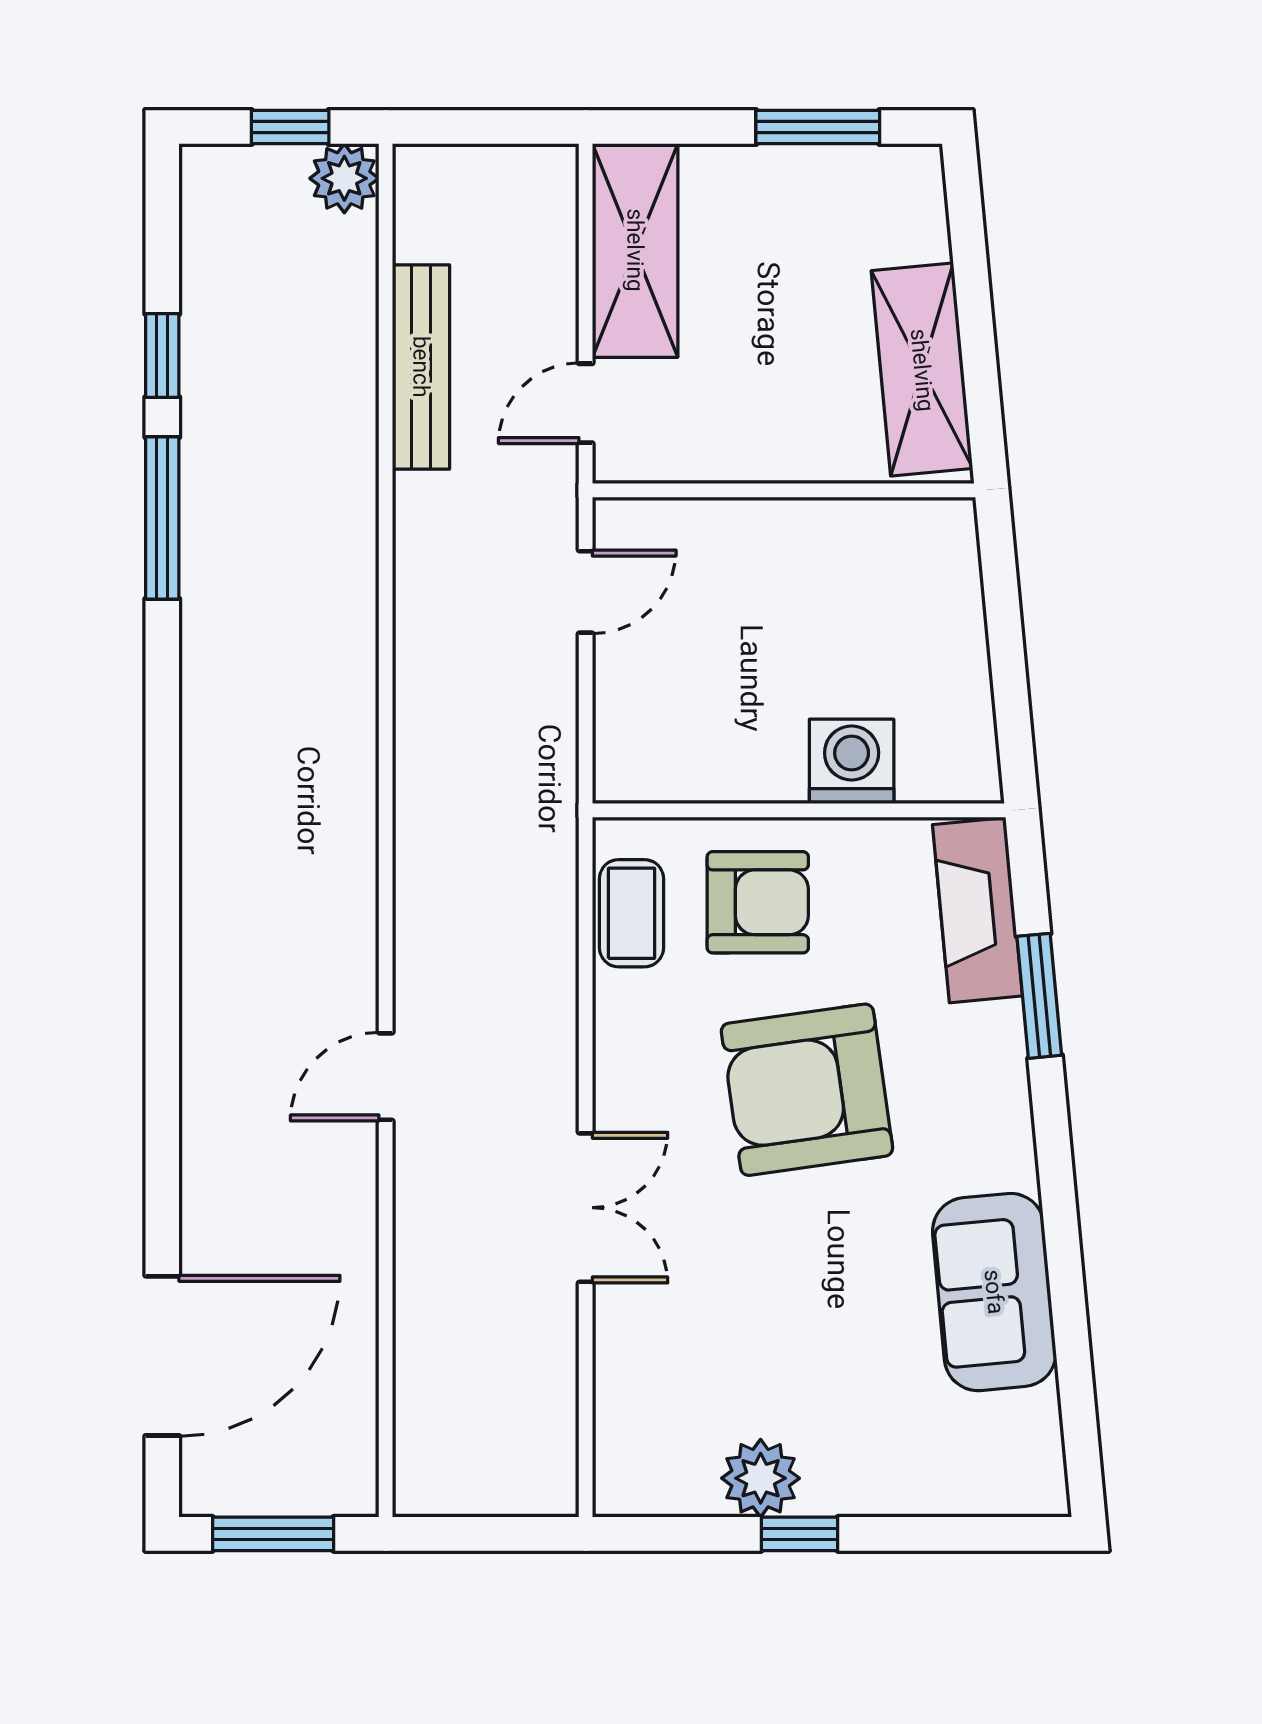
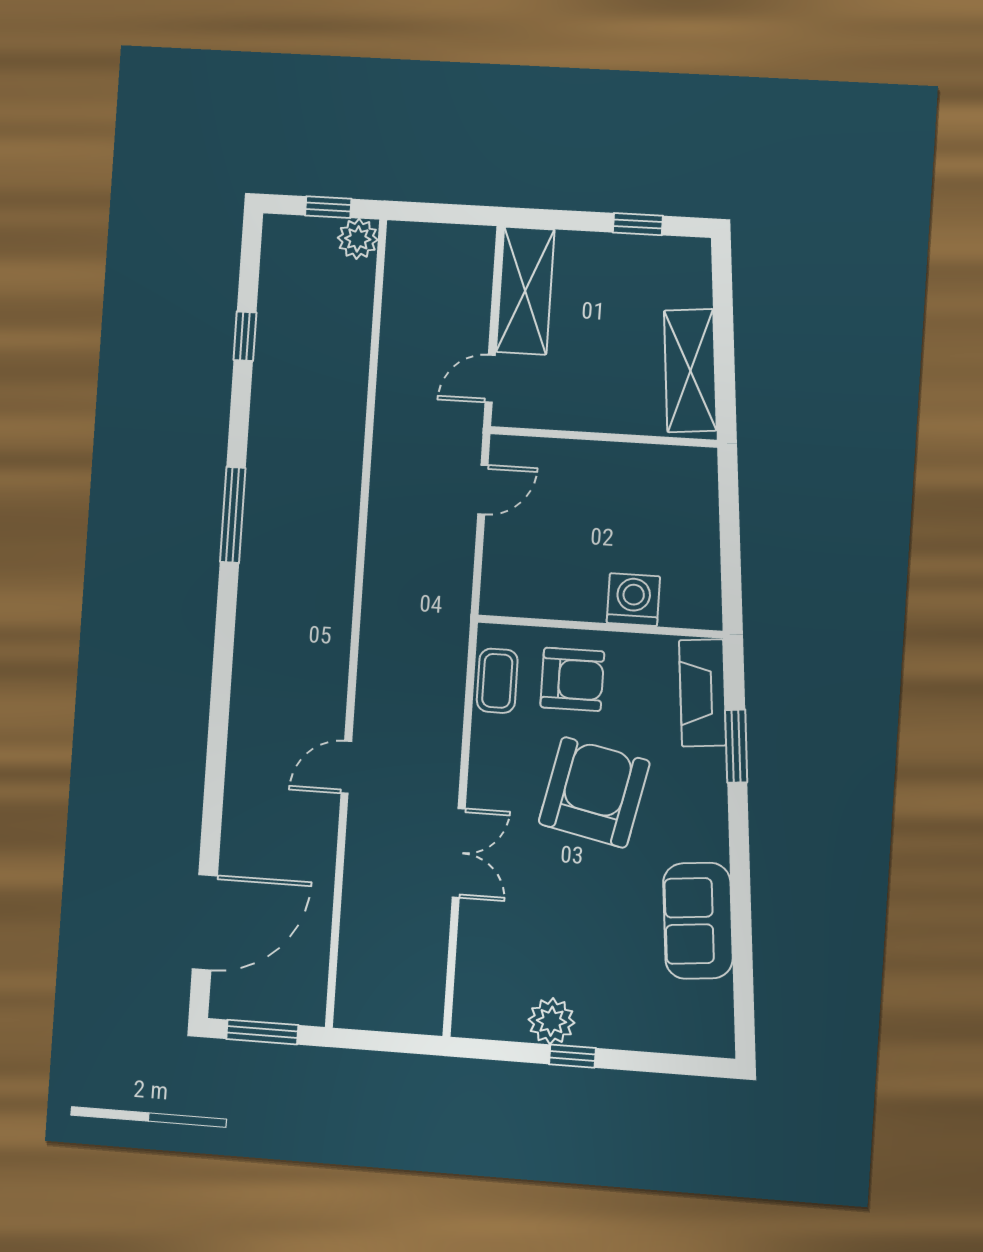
window: (818, 127) -> (638, 224), width x0.67
bench: (421, 367) -> (395, 352), removed
window: (162, 518) -> (233, 515), moved
armchair: (807, 1090) -> (594, 792), turned 110

